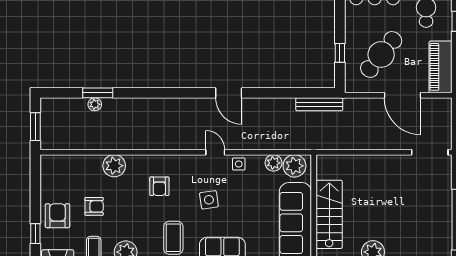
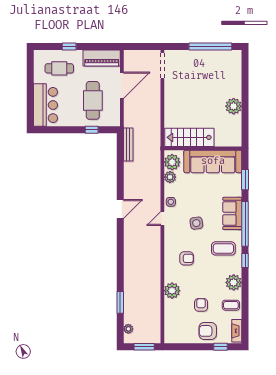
cafe table: (381, 54) -> (93, 100), turned 51
plant: (95, 104) -> (128, 329), moved
stairs: (329, 214) -> (189, 137), moved

